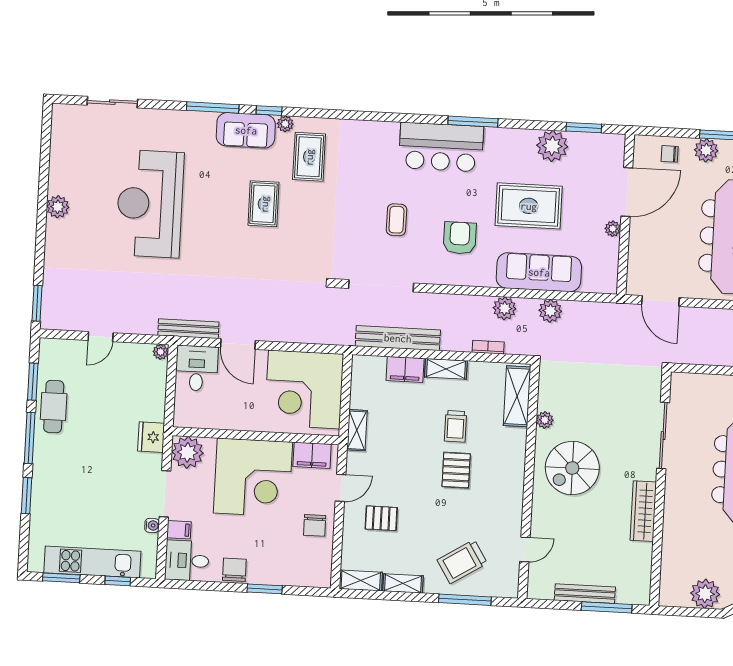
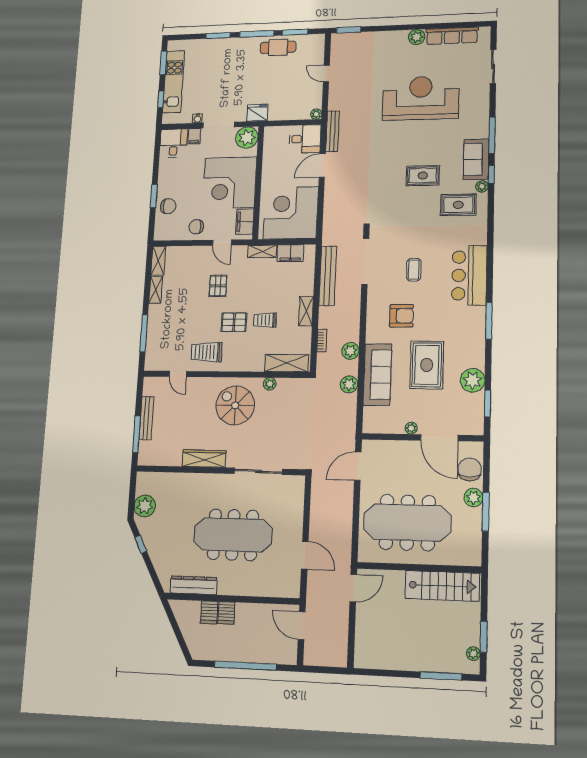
bar counter: (441, 147) -> (469, 275), moved
chair: (670, 154) -> (470, 469), width x1.87, depth x1.87
row of seats: (61, 157) -> (452, 36), added
coffee table: (396, 220) -> (414, 270), turned 90
filing cabinet: (405, 369) -> (290, 253), moved, turned -90
pallet: (381, 518) -> (218, 286), moved
trolley: (462, 562) -> (207, 352), moved, turned -58
chair: (234, 570) -> (168, 206), moved

